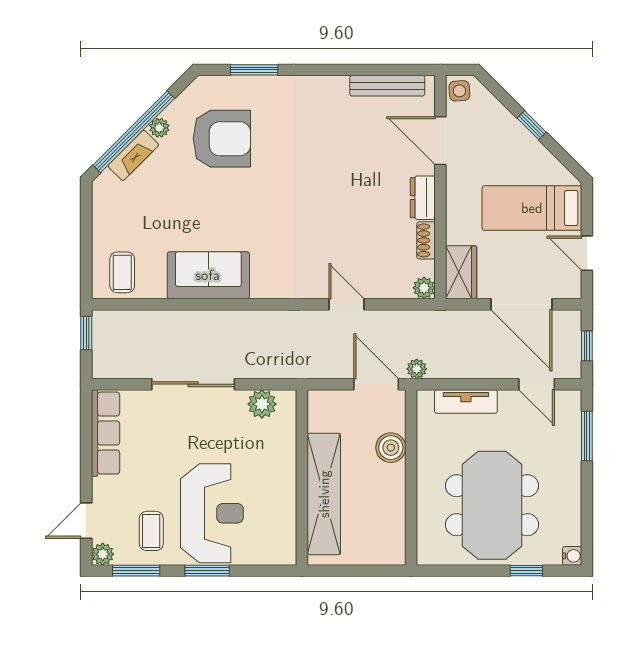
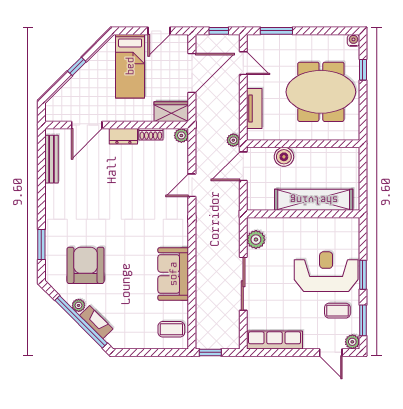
side table: (459, 91) -> (55, 113), removed
door: (537, 384) -> (243, 63), hinge flipped

